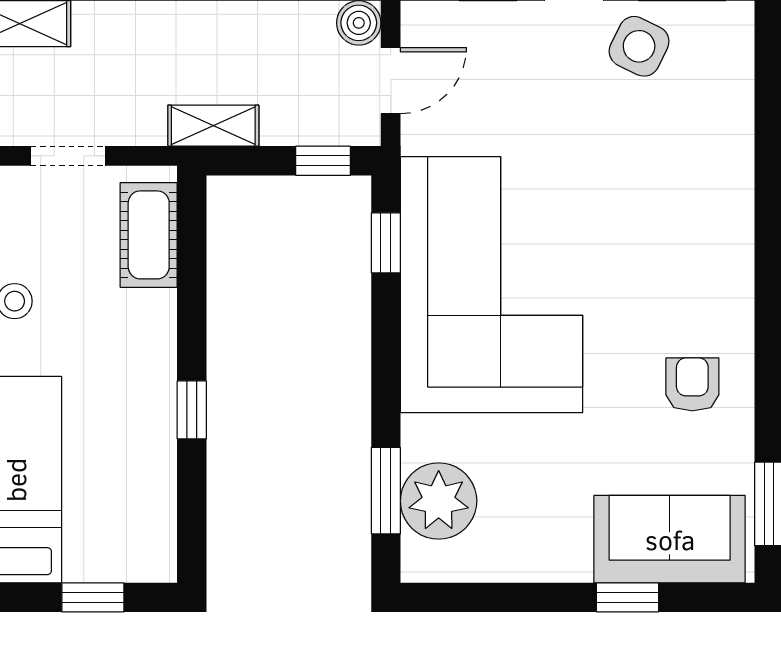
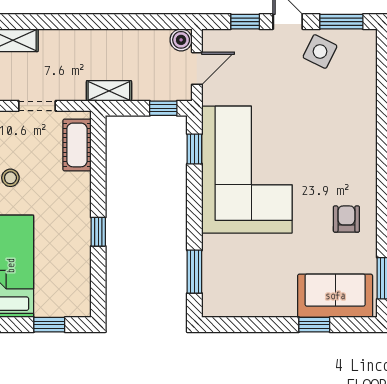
plant: (439, 501) -> (221, 277), removed

